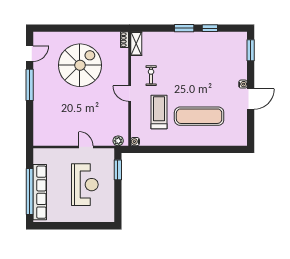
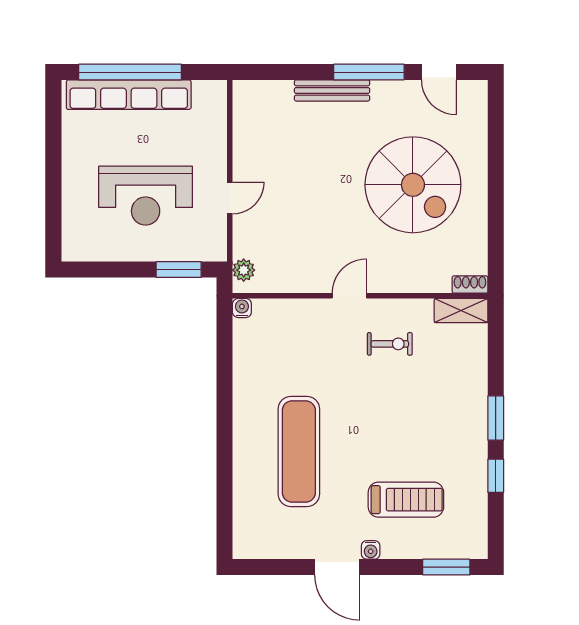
bench: (38, 101) -> (332, 90), added
treadmill: (159, 112) -> (406, 500), moved

